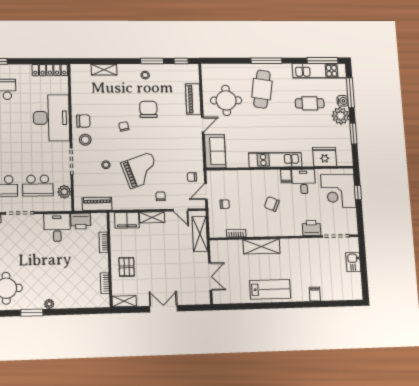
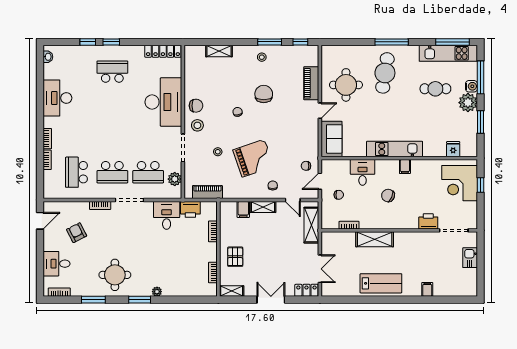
fridge: (325, 157) -> (453, 149), width x0.53, depth x0.75
desk: (304, 181) -> (363, 172), moved
filing cabinet: (127, 220) -> (243, 209), width x0.50
locker: (198, 298) -> (306, 290), added

